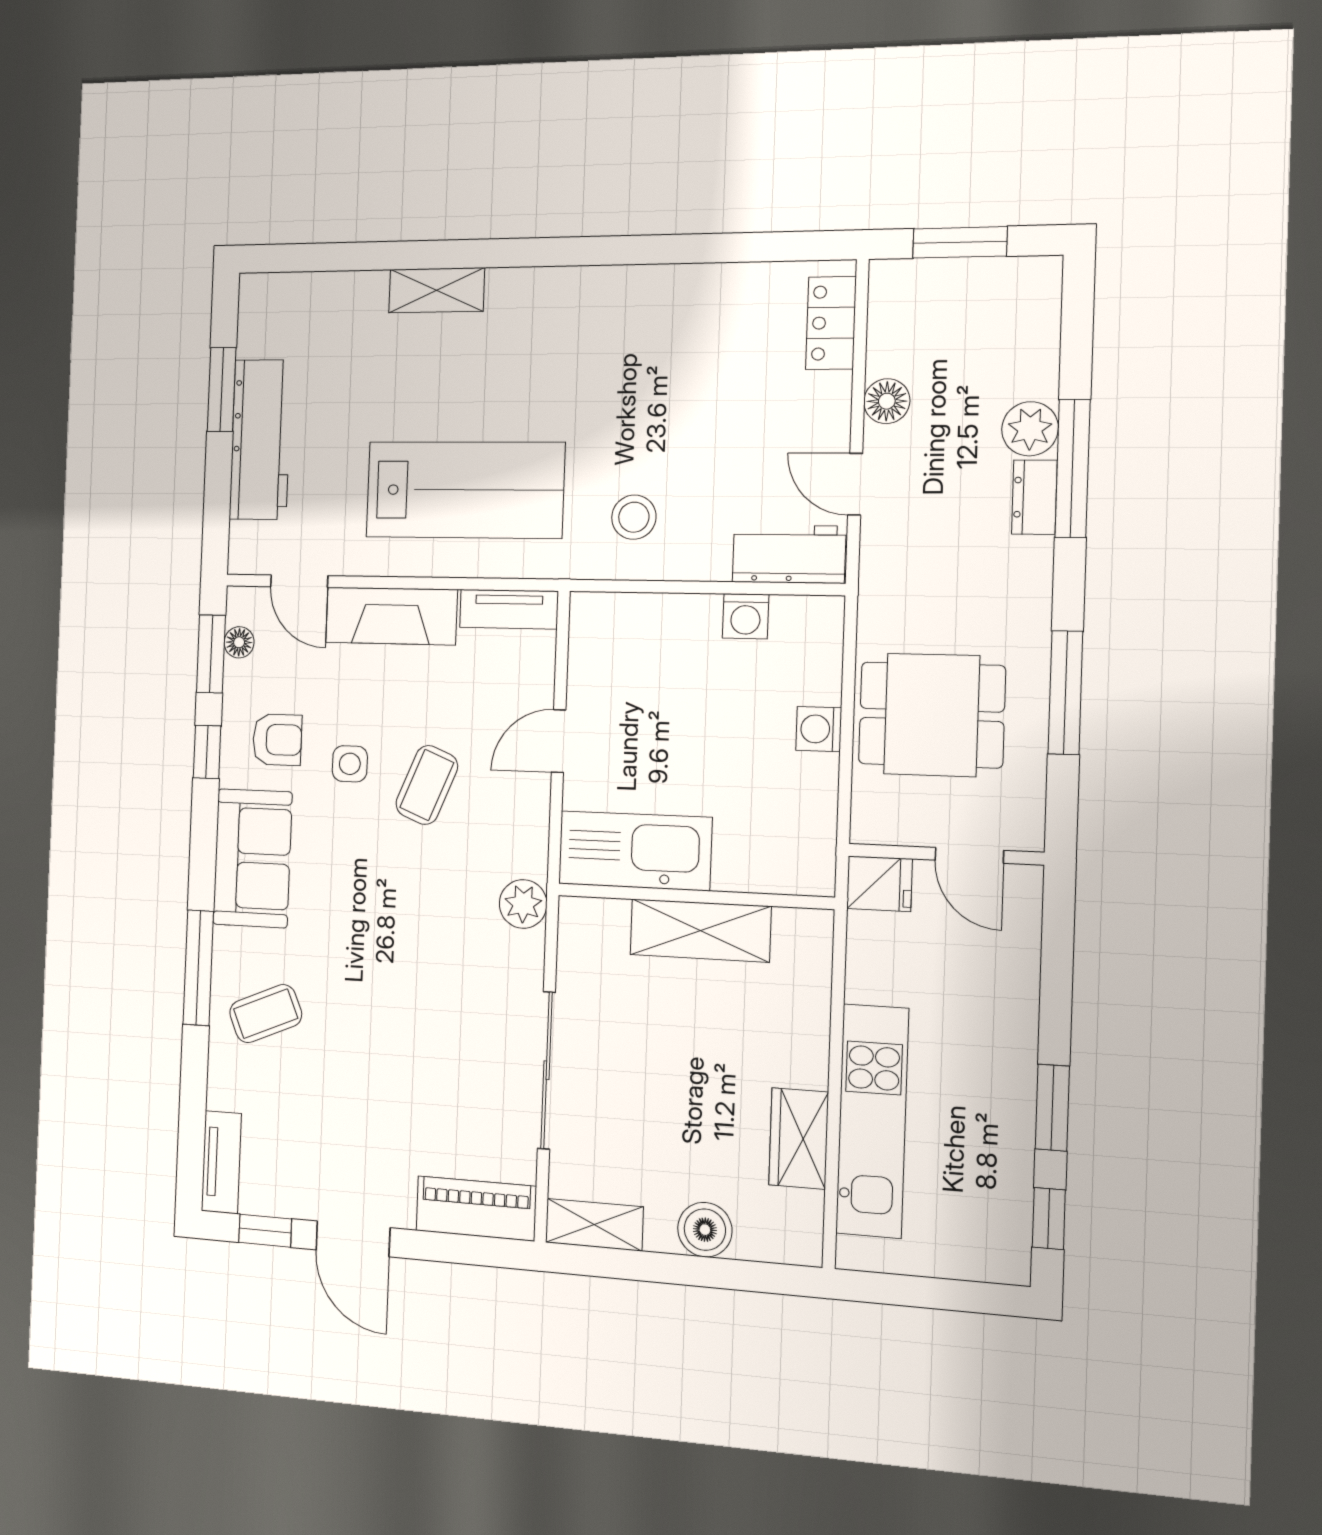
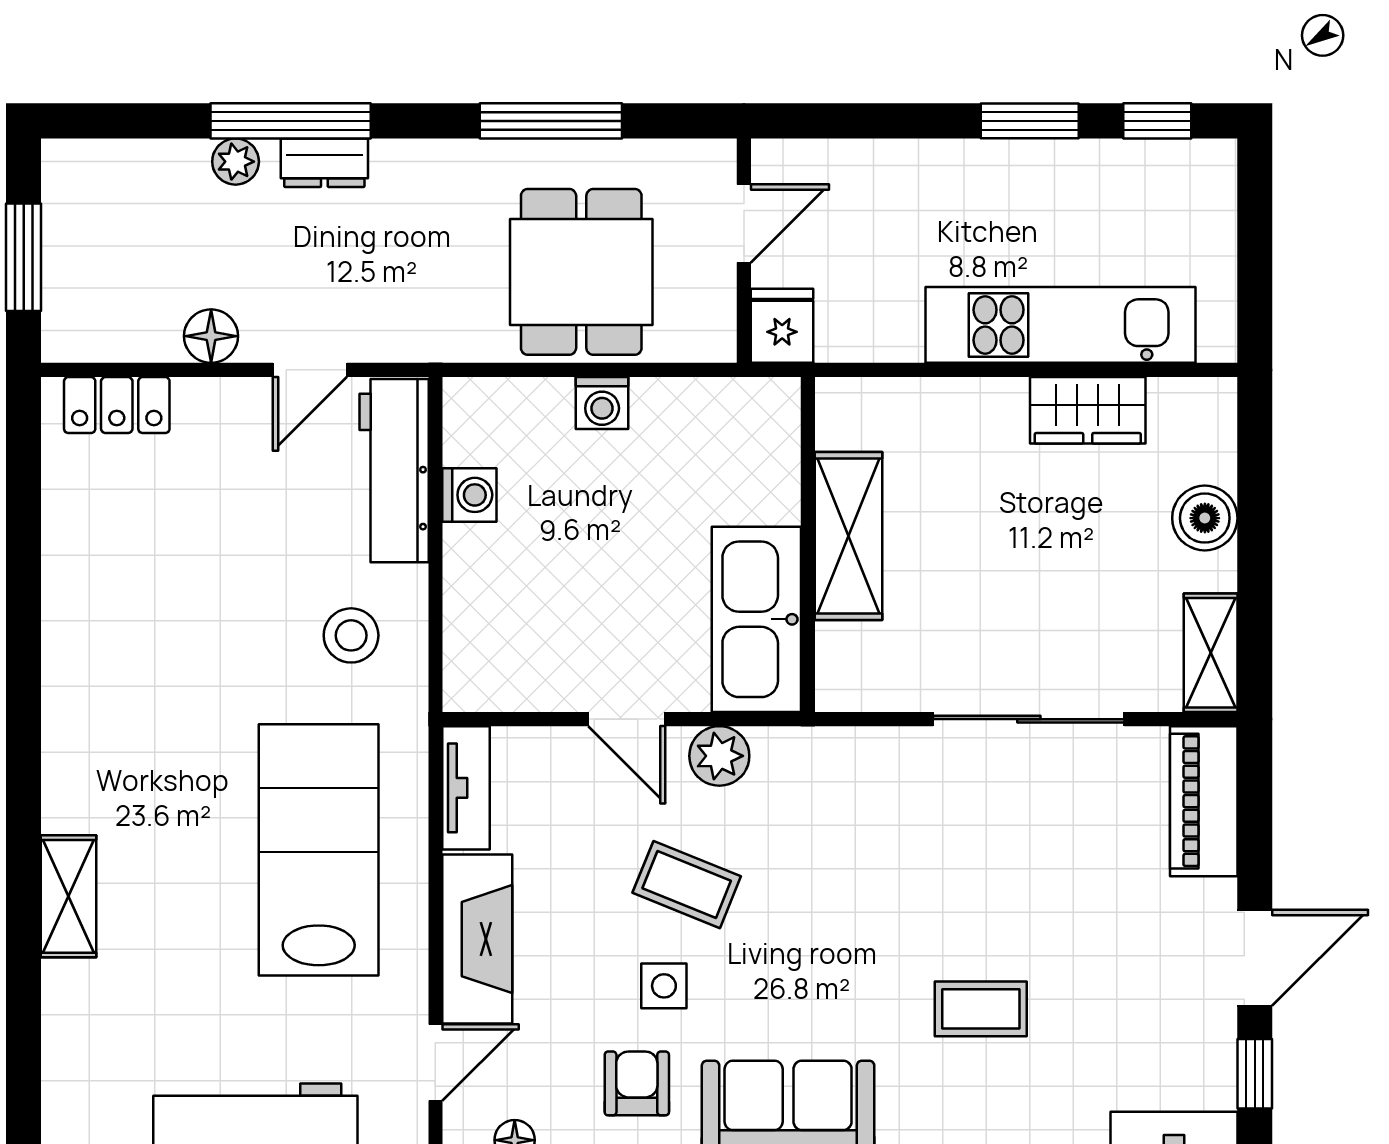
plant: (1030, 429) -> (236, 162), width x0.73, depth x0.73
workbench: (789, 554) -> (394, 471), width x1.38
plant: (523, 904) -> (719, 756), moved
coffee table: (266, 1014) -> (981, 1009), moved, turned -67

